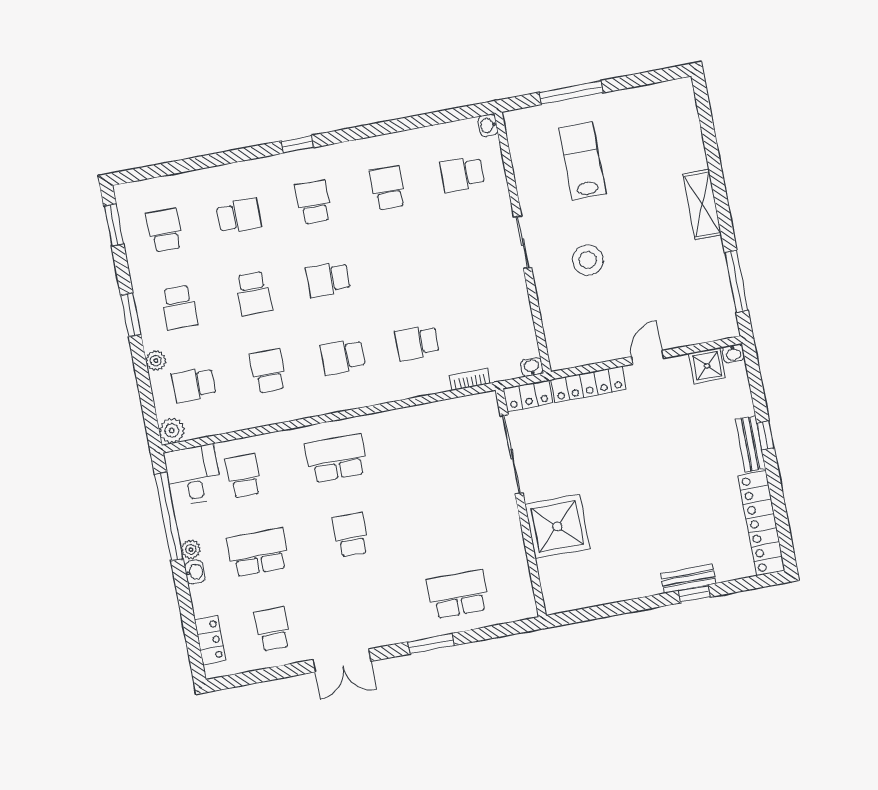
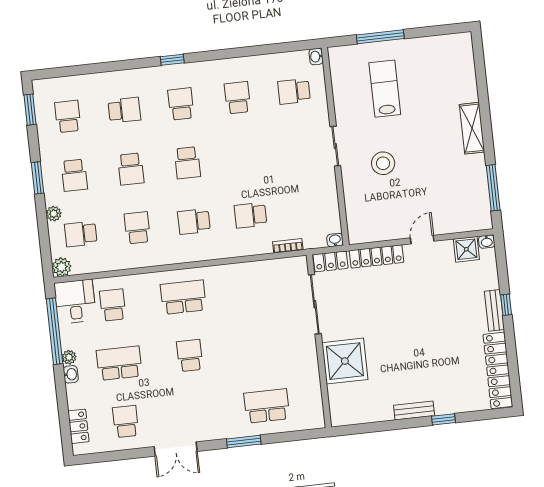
school desk: (328, 279) -> (187, 163), turned -90
bench: (688, 579) -> (414, 411), moved

